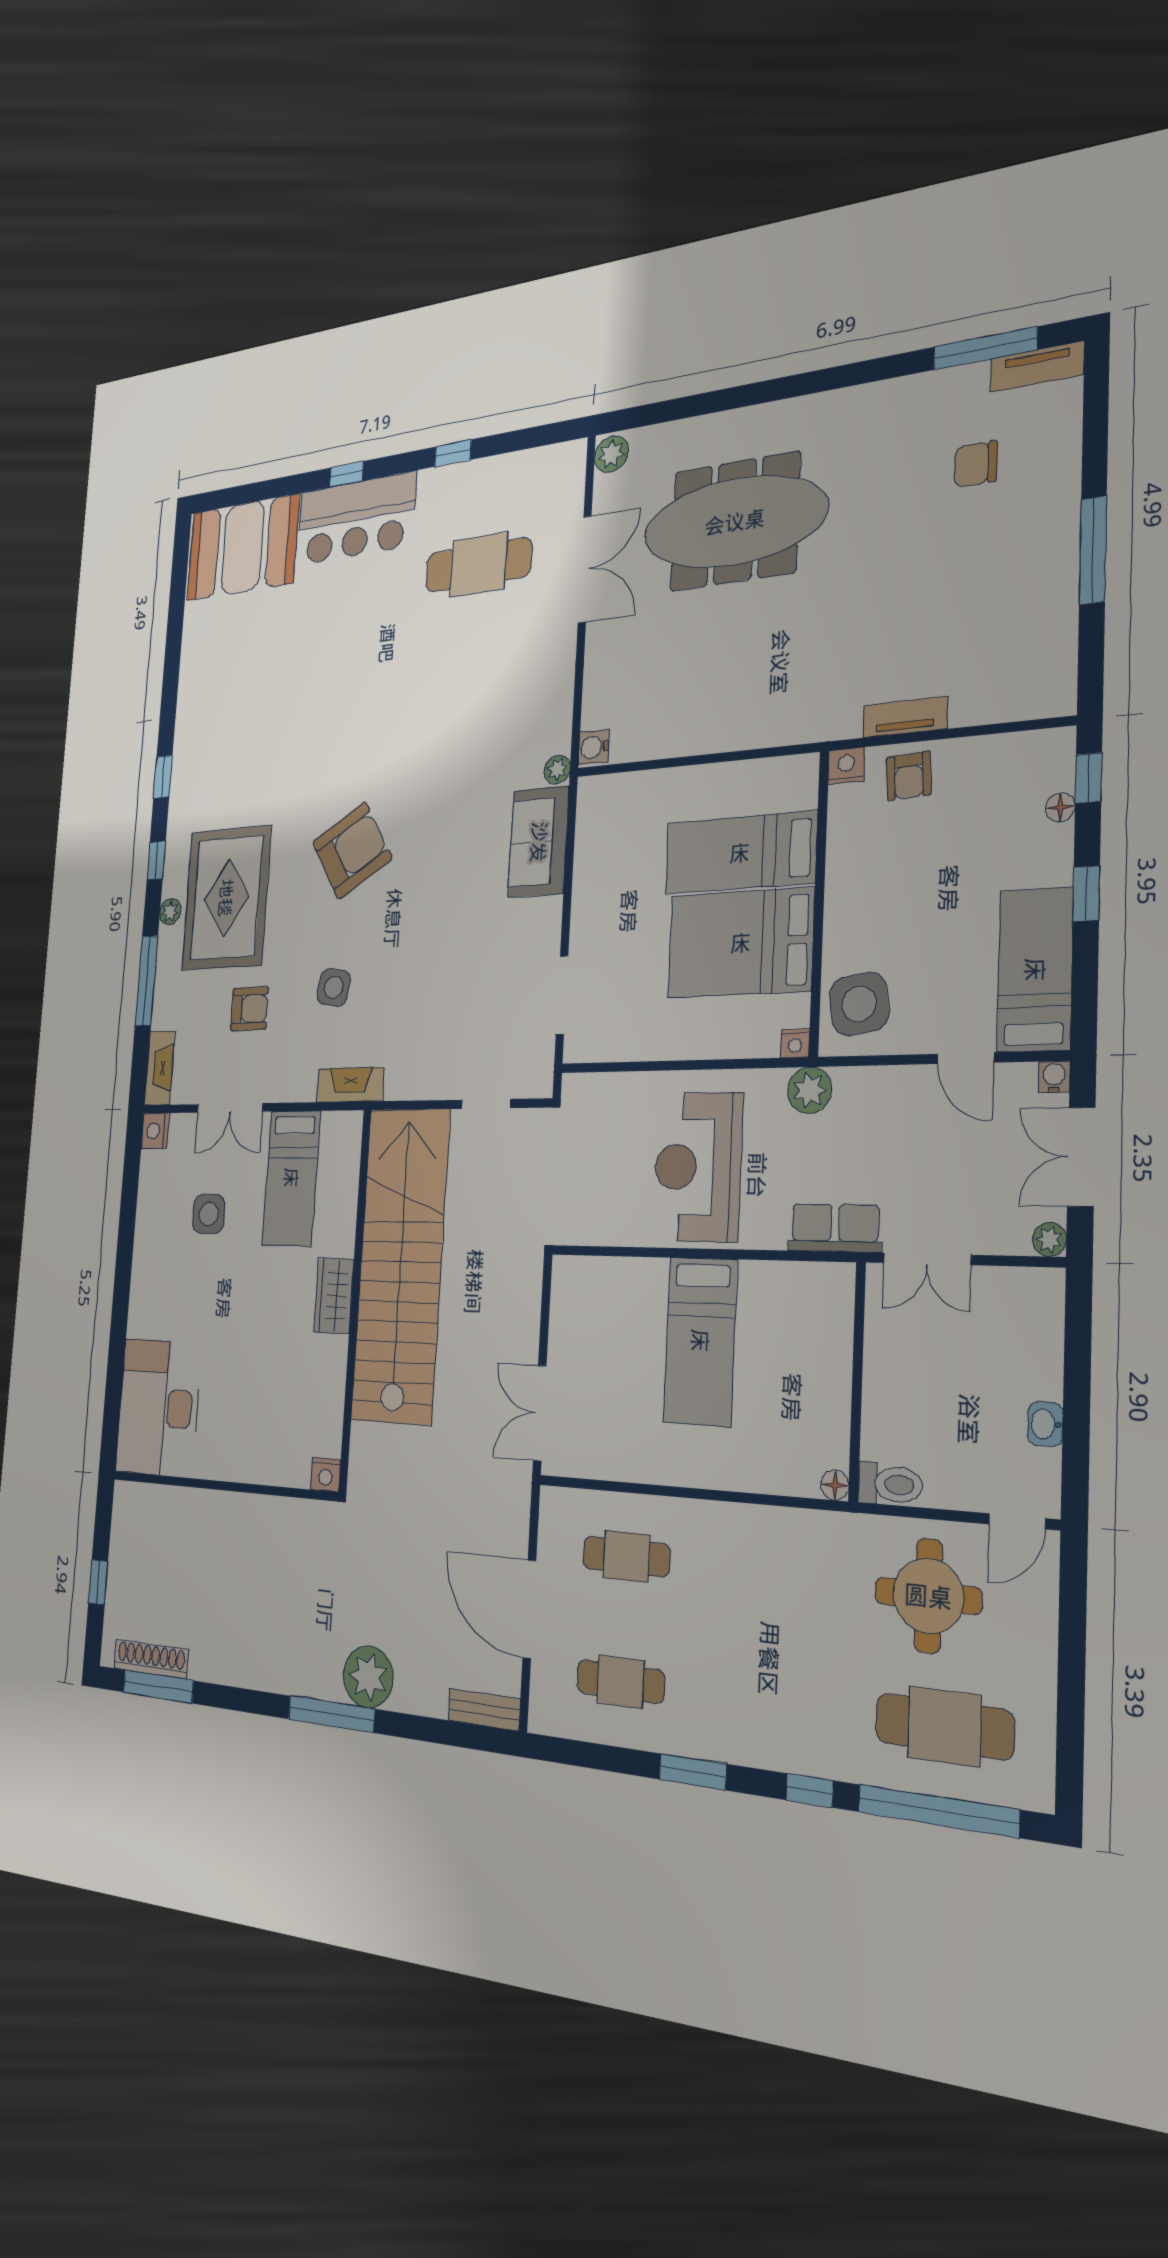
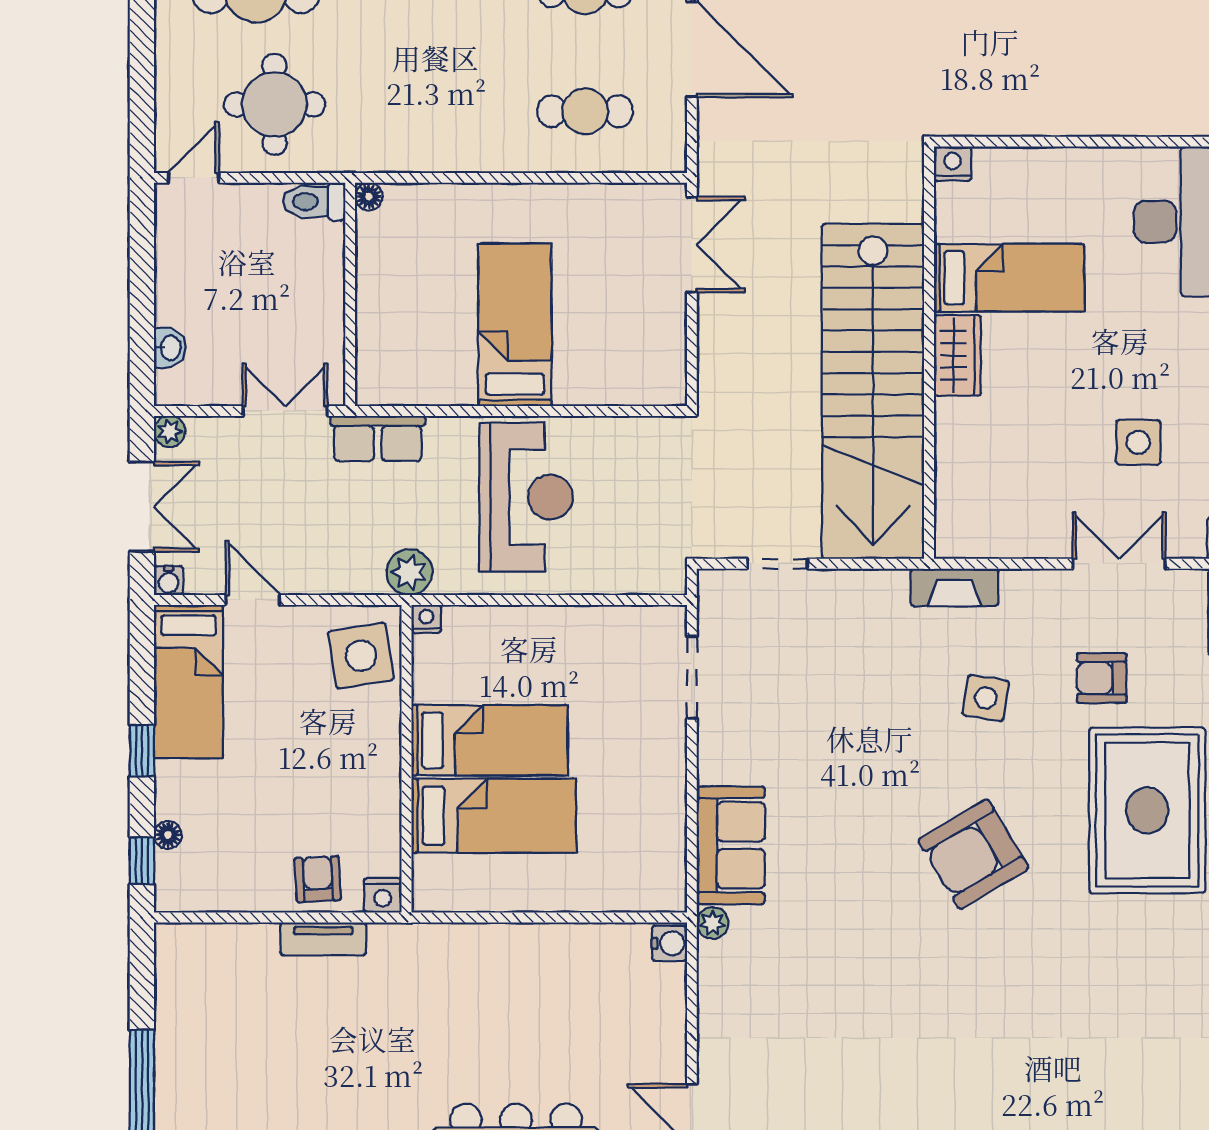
bed: (741, 943) -> (489, 740), width x0.67
bed: (291, 1178) -> (1009, 278), moved, turned 90
washbasin: (1045, 1424) -> (170, 348), moved

